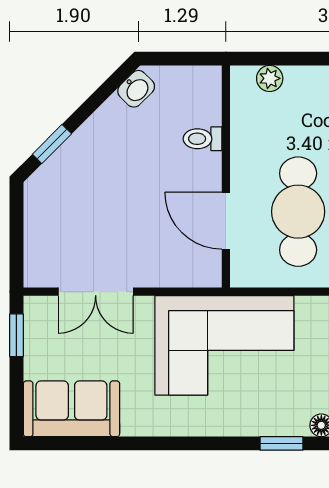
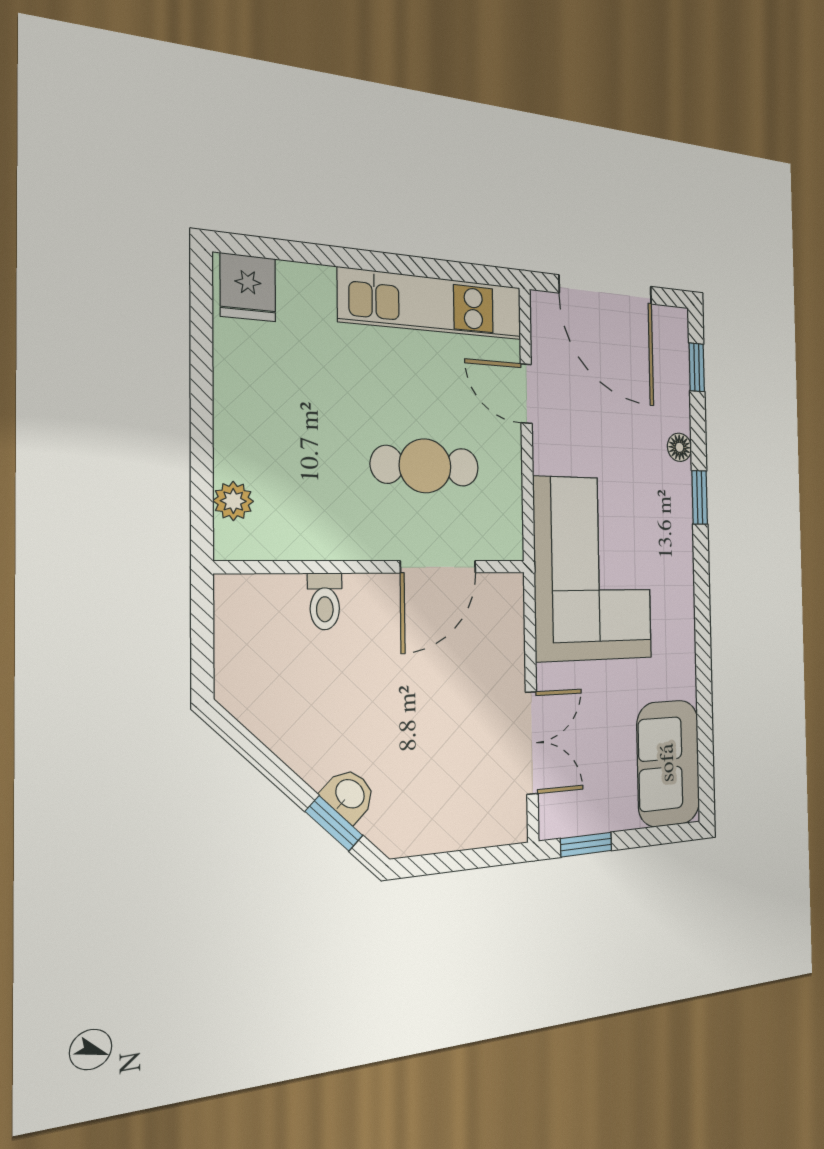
washbasin: (136, 89) -> (349, 795), moved
cafe table: (298, 212) -> (425, 466), width x0.73, depth x0.74

